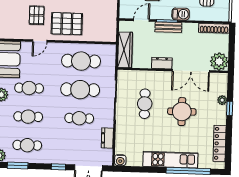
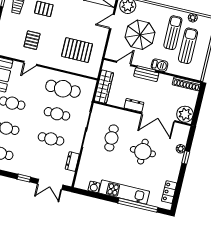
pallet: (67, 24) -> (77, 50), moved
cafe table: (80, 90) -> (57, 114), width x0.73, depth x0.74
locker: (220, 143) -> (169, 192), width x0.66
water cooler: (120, 160) -> (94, 187), moved

